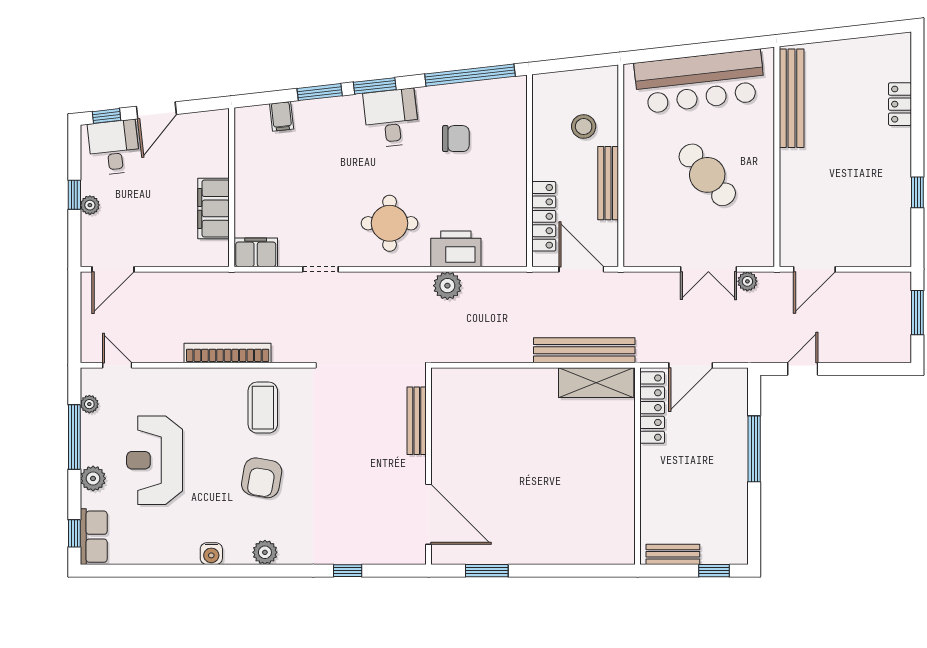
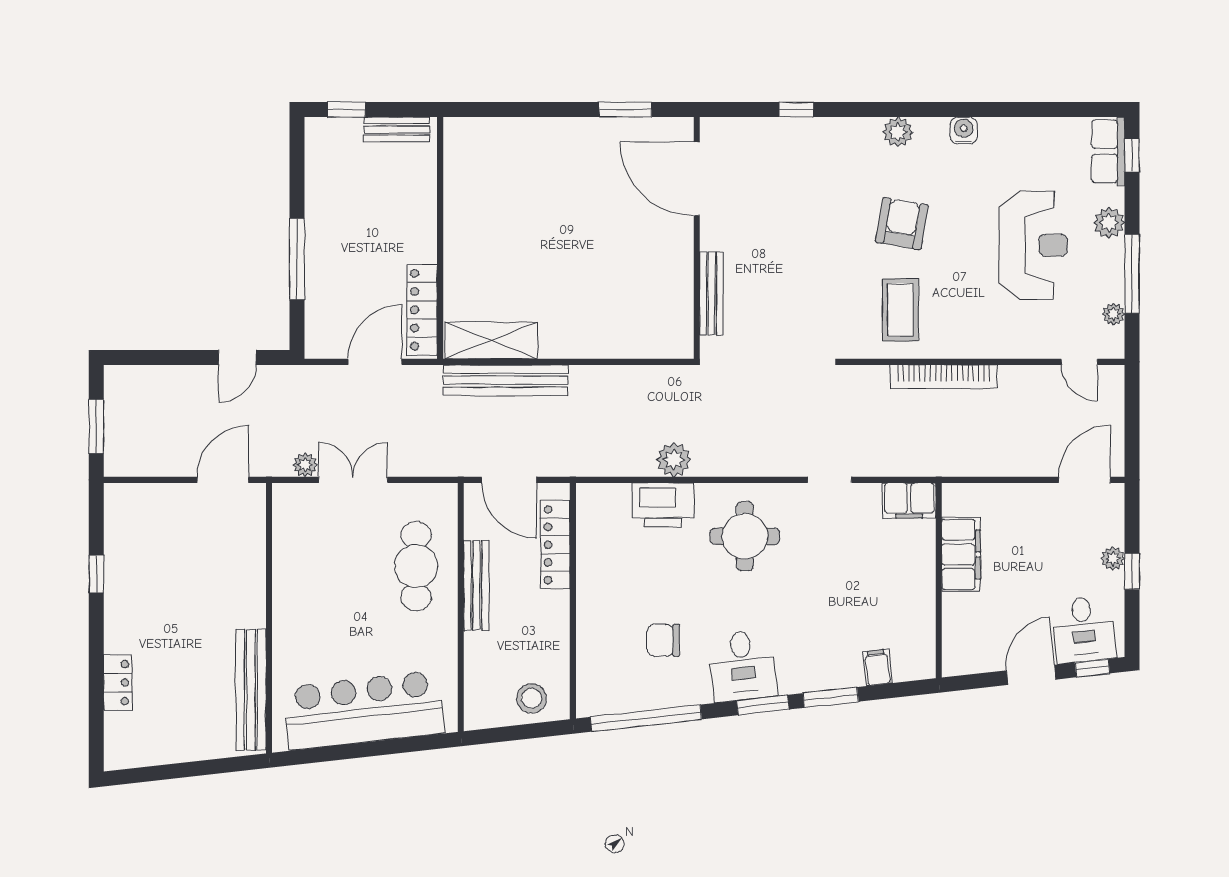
stool: (584, 127) -> (532, 698), moved
cafe table: (707, 175) -> (416, 566), moved, turned 40

